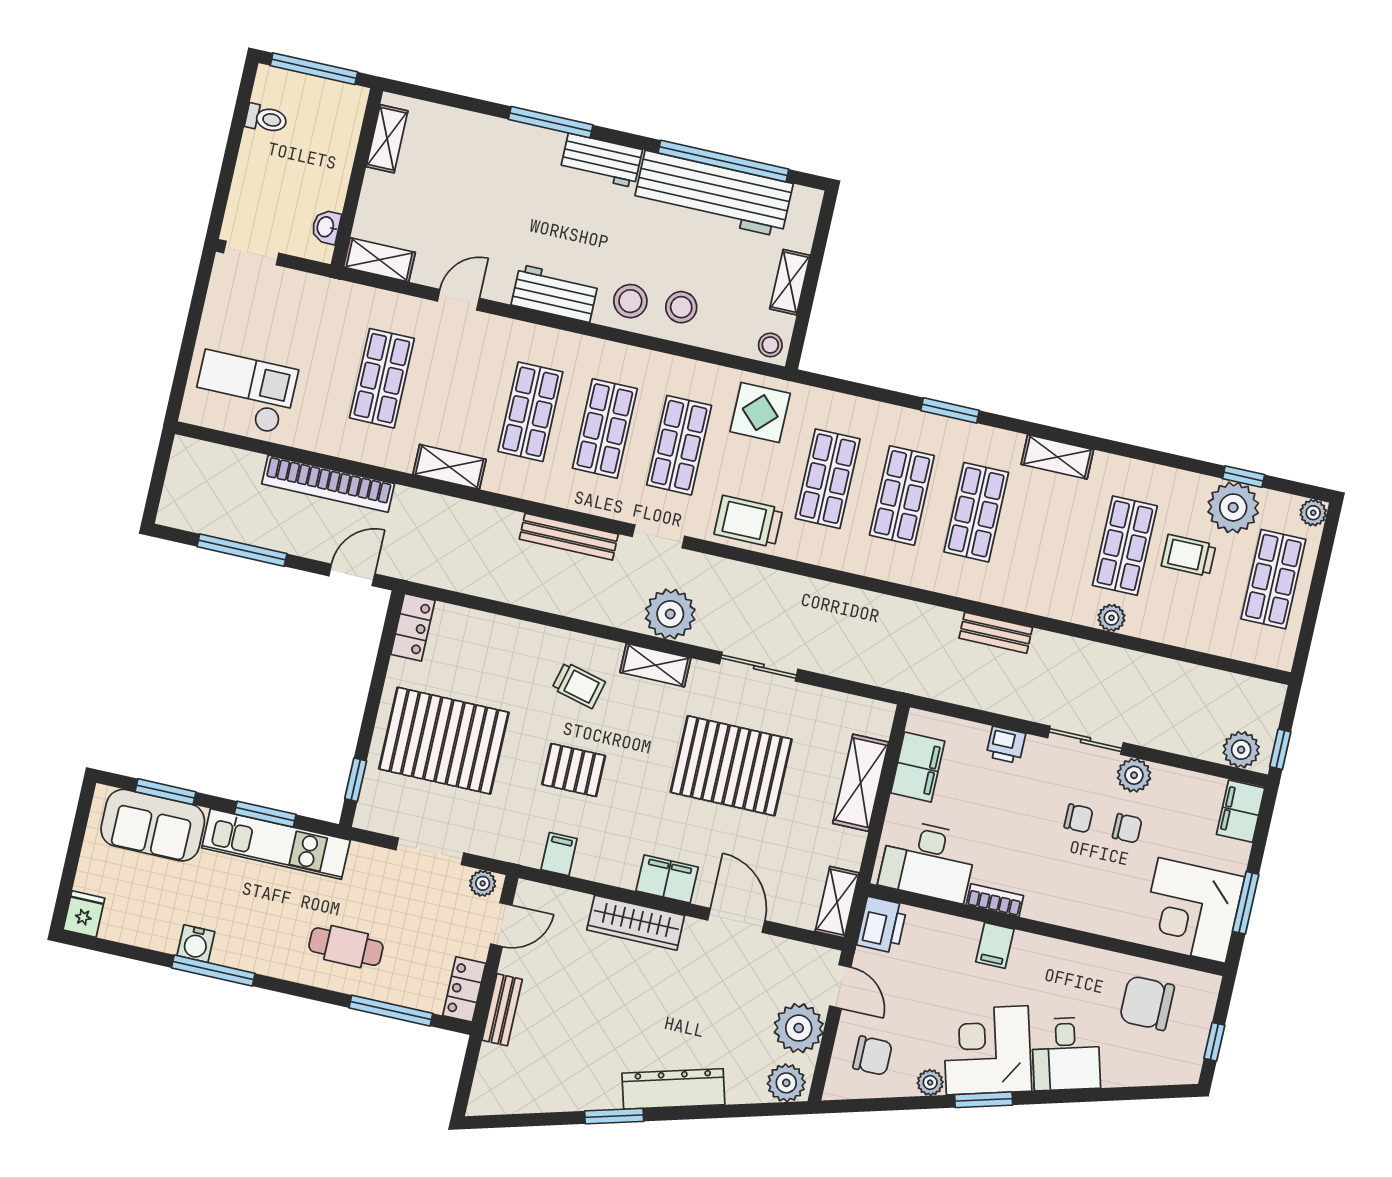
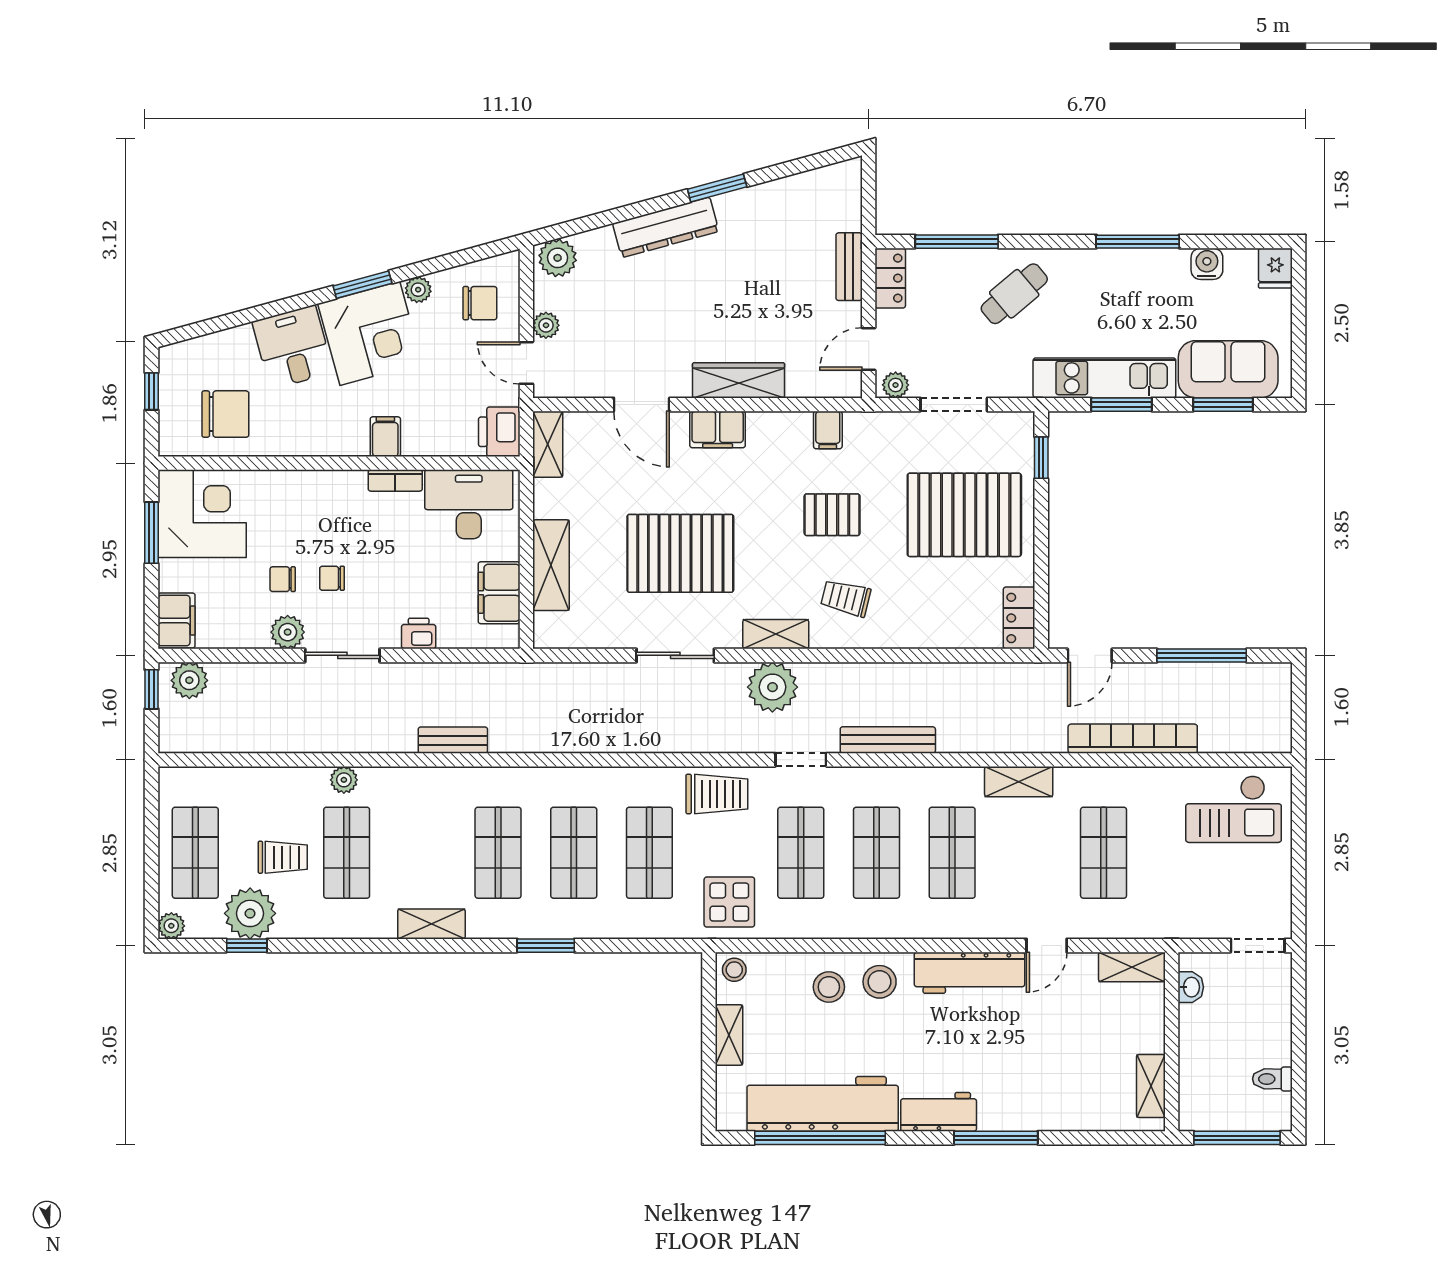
workbench: (555, 293) -> (970, 973), width x1.38
water cooler: (196, 944) -> (1207, 264), moved
cafe table: (346, 947) -> (1014, 294), turned -40
plant: (799, 1028) -> (546, 325), width x0.53, depth x0.53
chair: (873, 1056) -> (480, 303), turned 180

